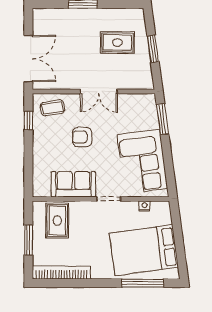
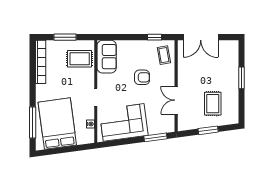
double door: (99, 92) -> (176, 100), moved
armchair: (82, 137) -> (142, 77), turned 90
sofa: (73, 184) -> (107, 57), moved

